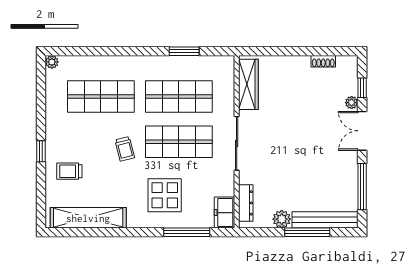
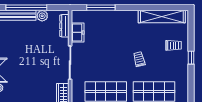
shop shelf: (179, 142) -> (106, 64), removed
display table: (165, 195) -> (115, 31), removed
freezer: (224, 213) -> (78, 32), moved
window: (307, 232) -> (26, 8), width x1.46

